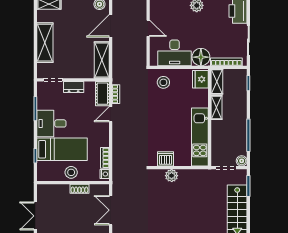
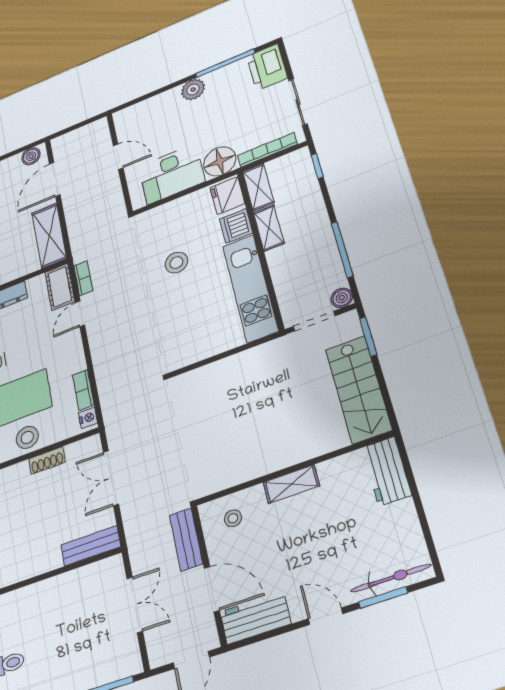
stool: (163, 82) -> (176, 263), moved
dishwasher: (165, 159) -> (236, 226), moved, turned -90
plant: (172, 176) -> (213, 374), removed

